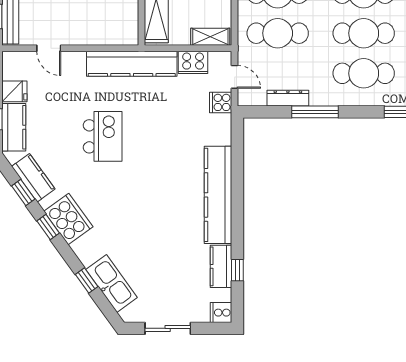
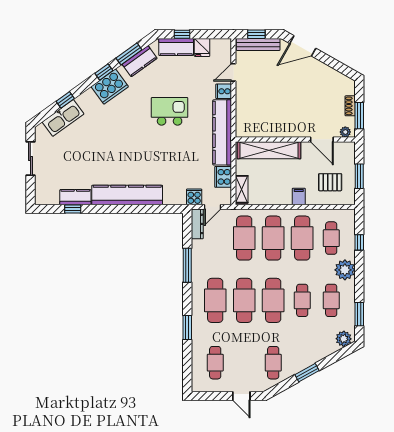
dresser: (288, 98) -> (197, 224), moved
kitchen island: (103, 136) -> (170, 111), turned 180
window: (23, 192) -> (129, 54), width x1.50
cooker: (221, 313) -> (224, 91), moved, turned -90

